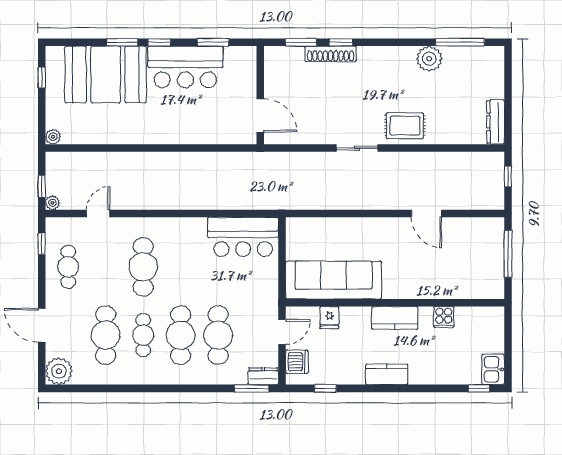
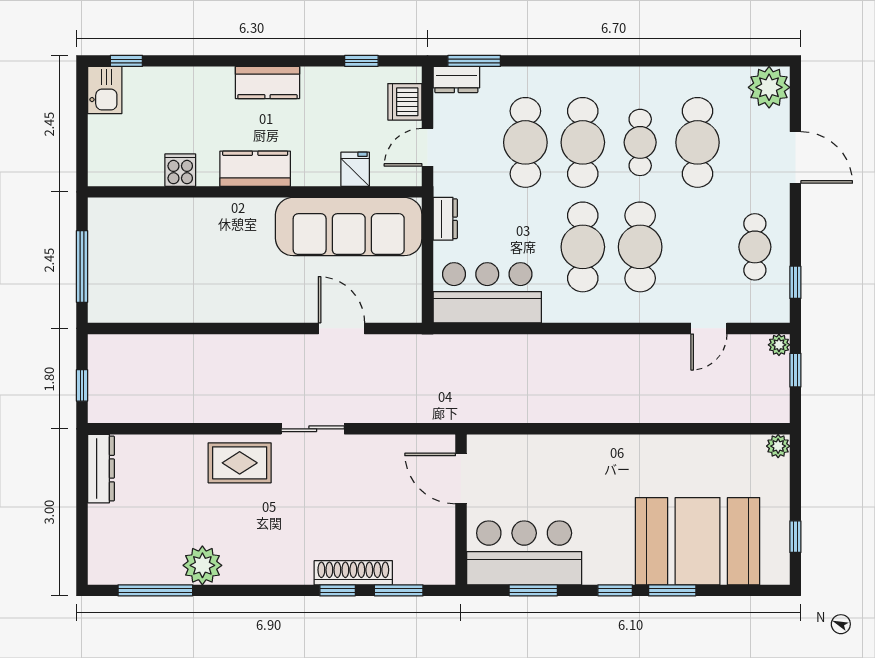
bar counter: (185, 67) -> (524, 553), moved
door: (426, 214) -> (341, 328), moved
cafe table: (181, 267) -> (583, 247), added
dresser: (271, 285) -> (445, 219), added

